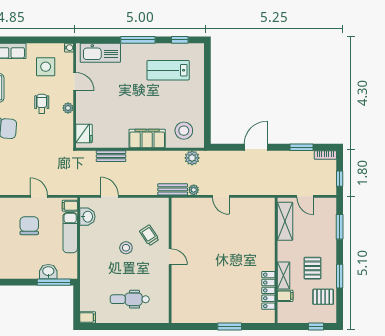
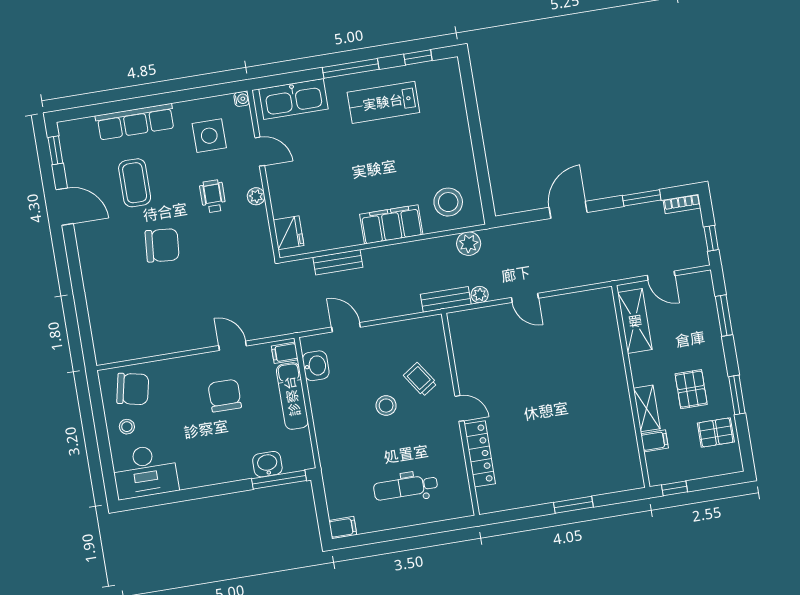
lab bench: (168, 70) -> (383, 102), moved
locker: (268, 290) -> (480, 454), moved, turned 180
window: (316, 327) -> (674, 488), moved

